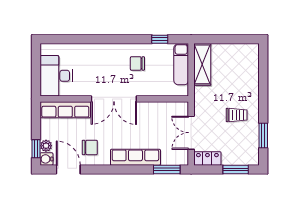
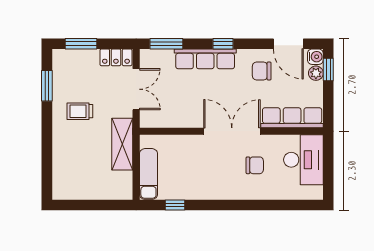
chair: (137, 63) -> (255, 165), moved
shelving: (202, 64) -> (122, 144), moved
window: (121, 169) -> (223, 44), added

